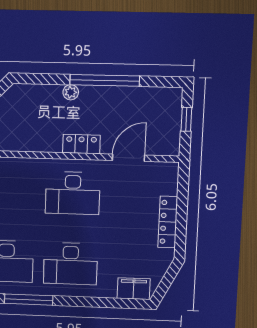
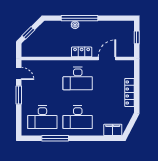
window: (105, 80) -> (80, 18), moved

